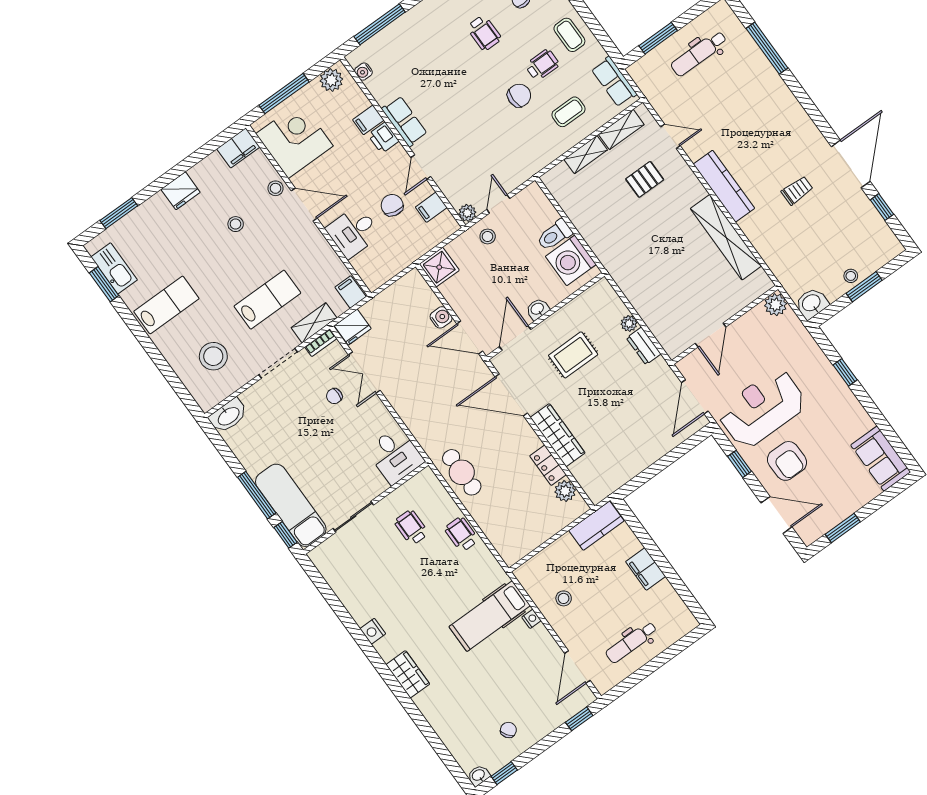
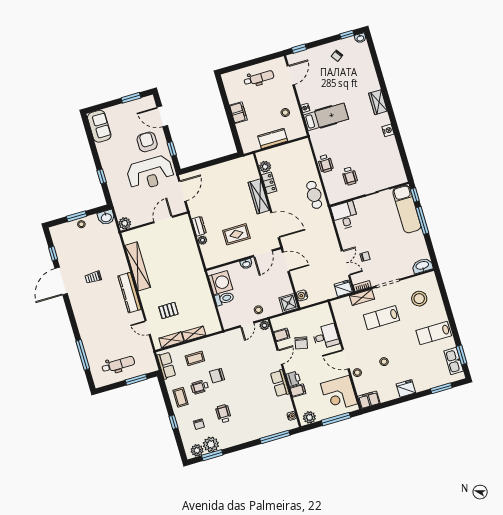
filing cabinet: (351, 292) -> (338, 306), removed
water cooler: (441, 317) -> (302, 295), moved
kitchen counter: (596, 526) -> (273, 138), moved

